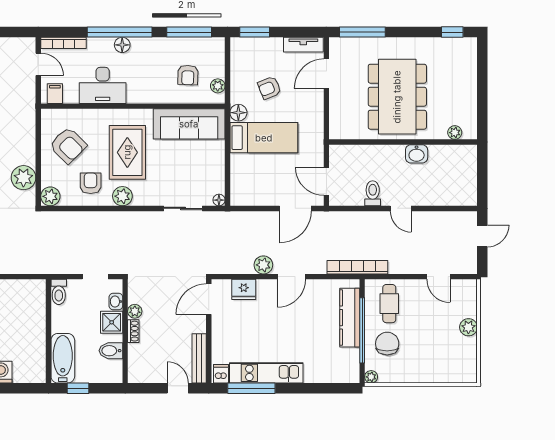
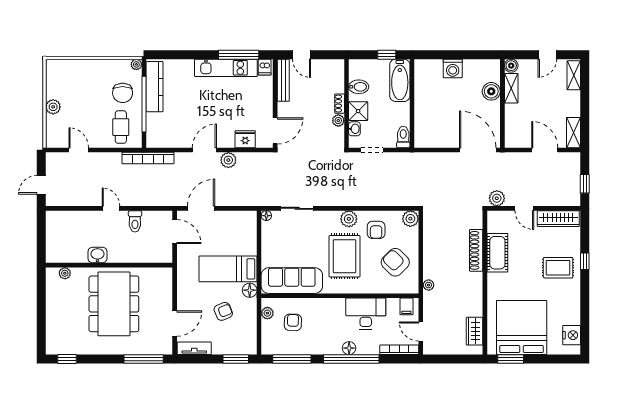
plant: (23, 178) -> (429, 285), moved, width x0.53, depth x0.53
kitchen counter: (350, 318) -> (155, 87), moved

